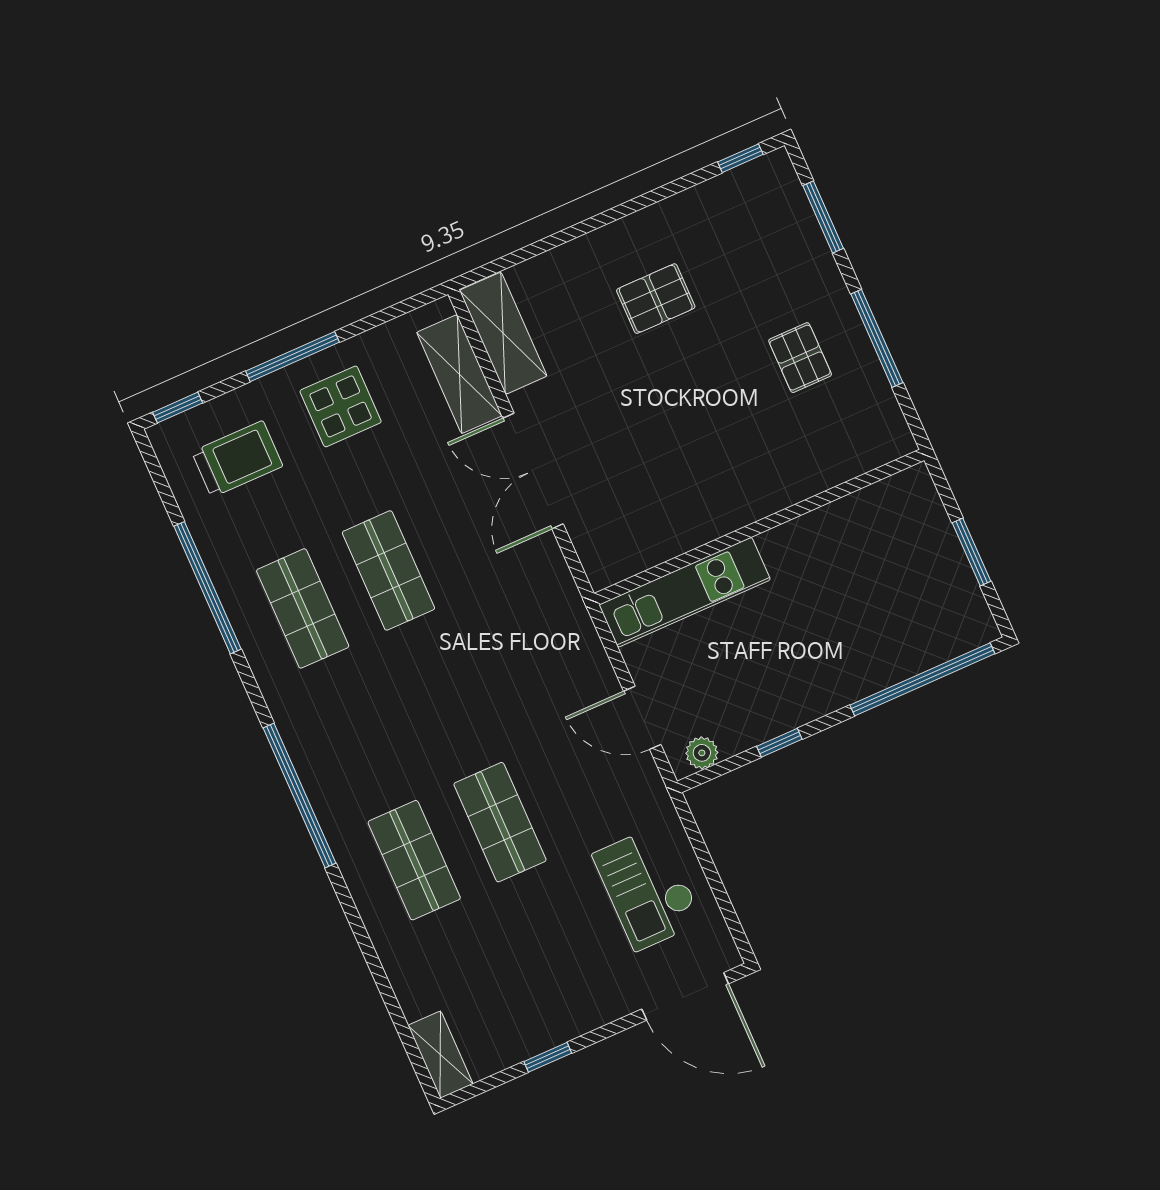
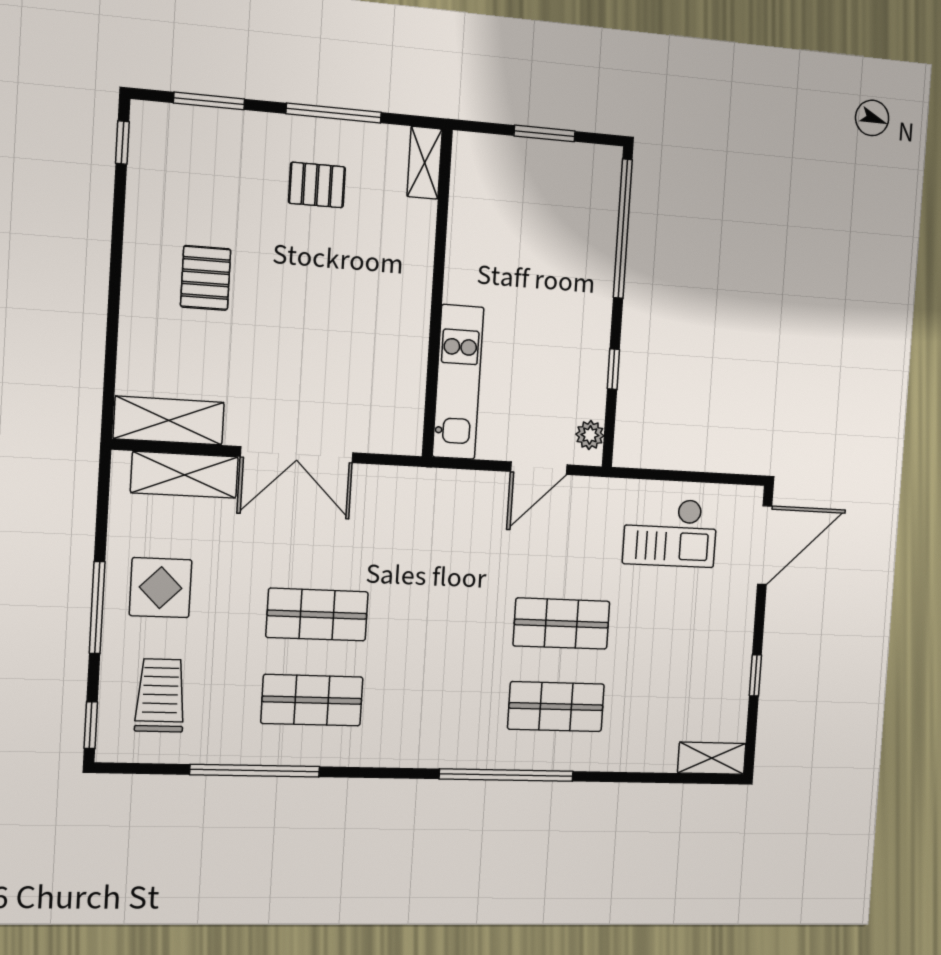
shelving: (878, 449) -> (425, 163), added
window: (300, 795) -> (507, 775), moved

